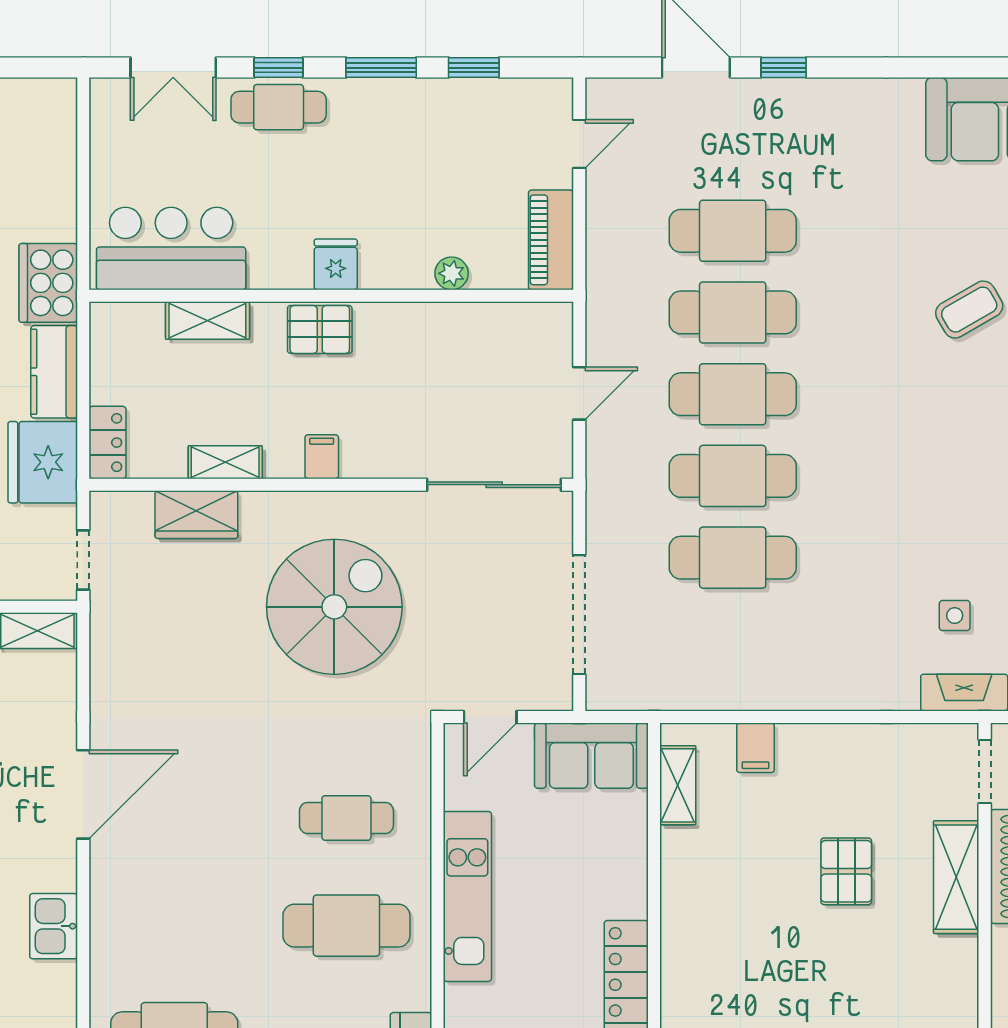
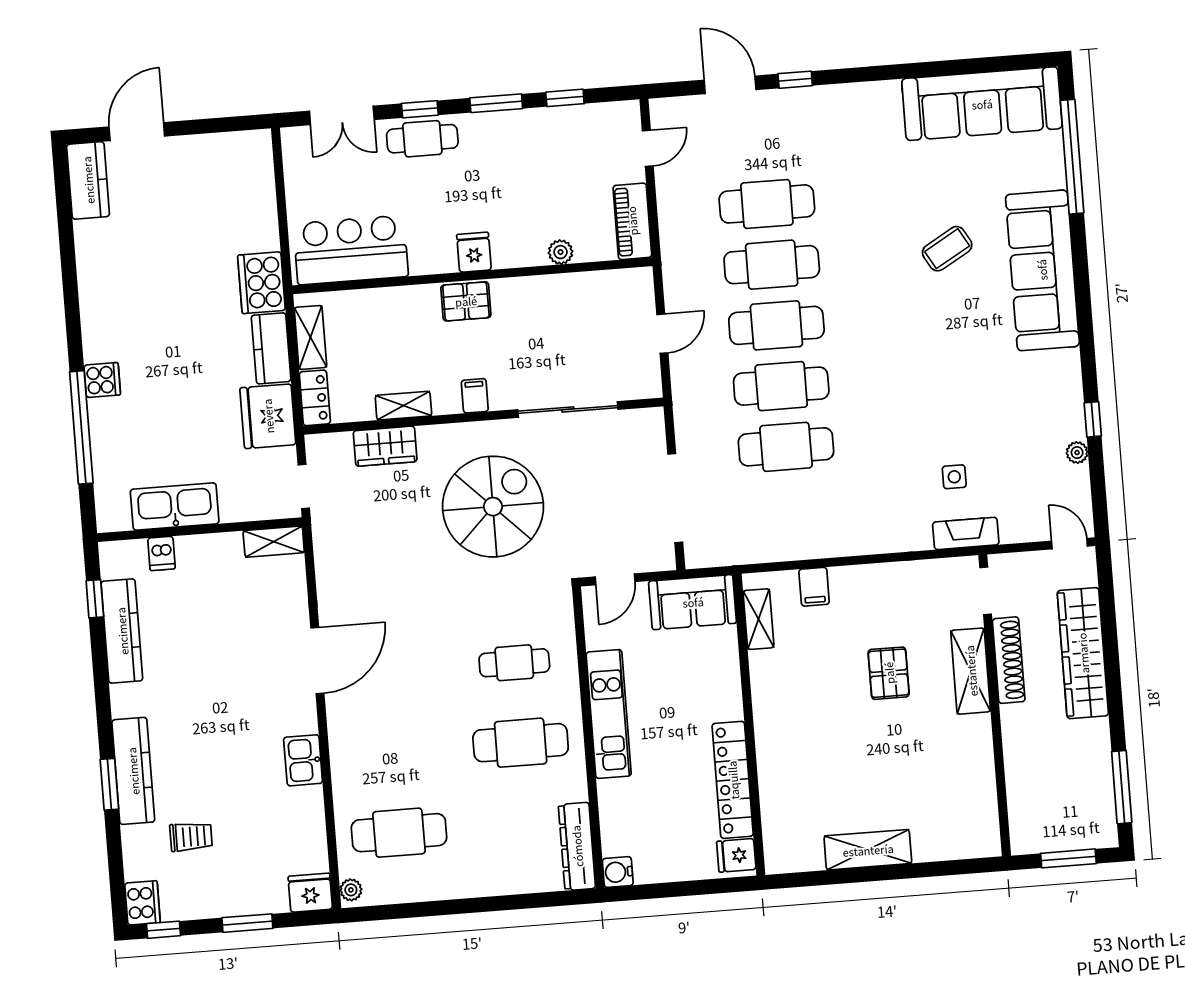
shelving: (207, 321) -> (310, 337), moved, turned 90
sliding door: (494, 485) -> (568, 409), moved

